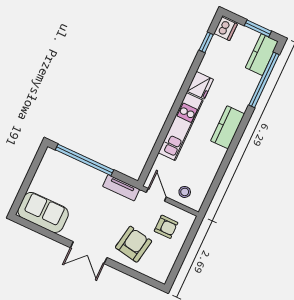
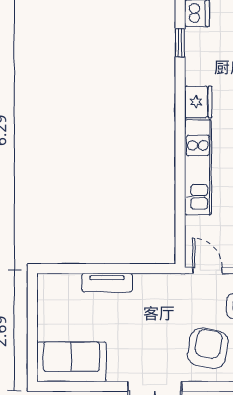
window: (84, 160) -> (93, 269), removed
tv unit: (121, 188) -> (107, 283), moved

